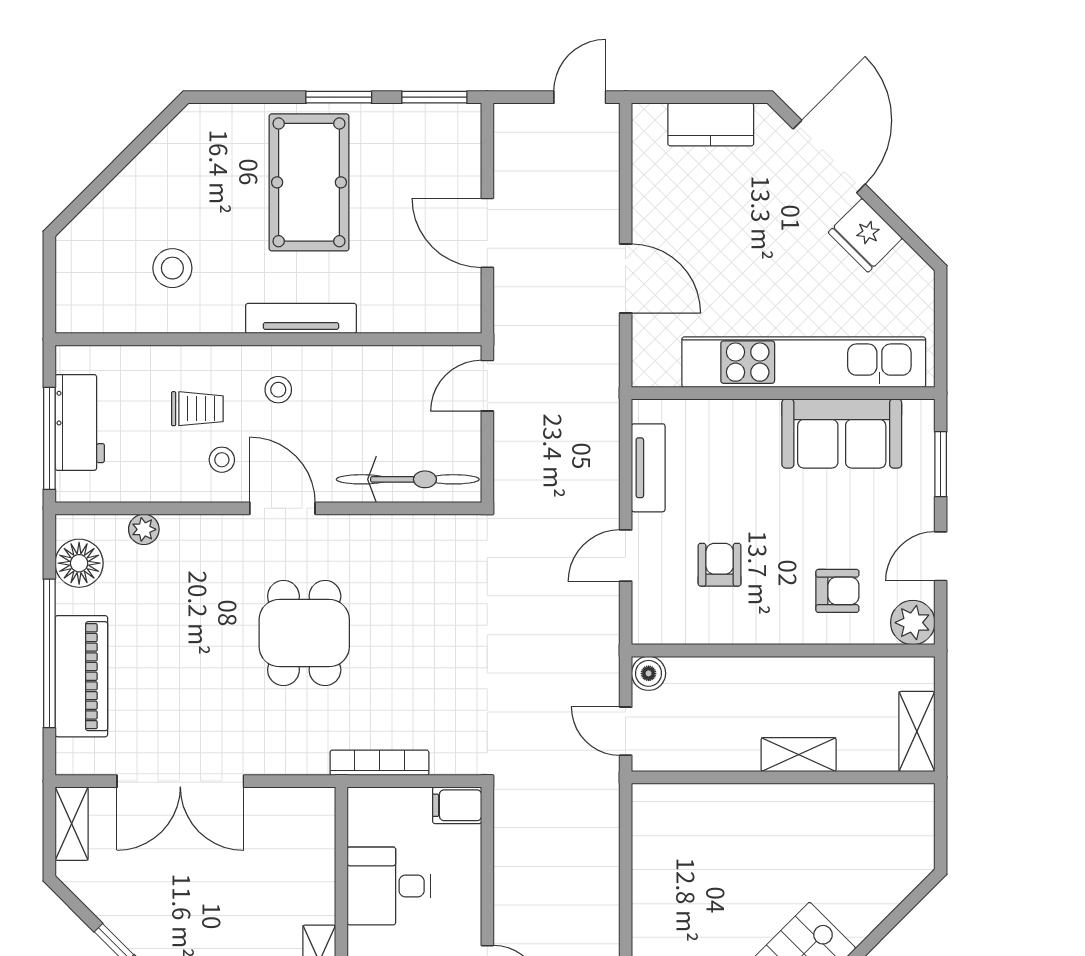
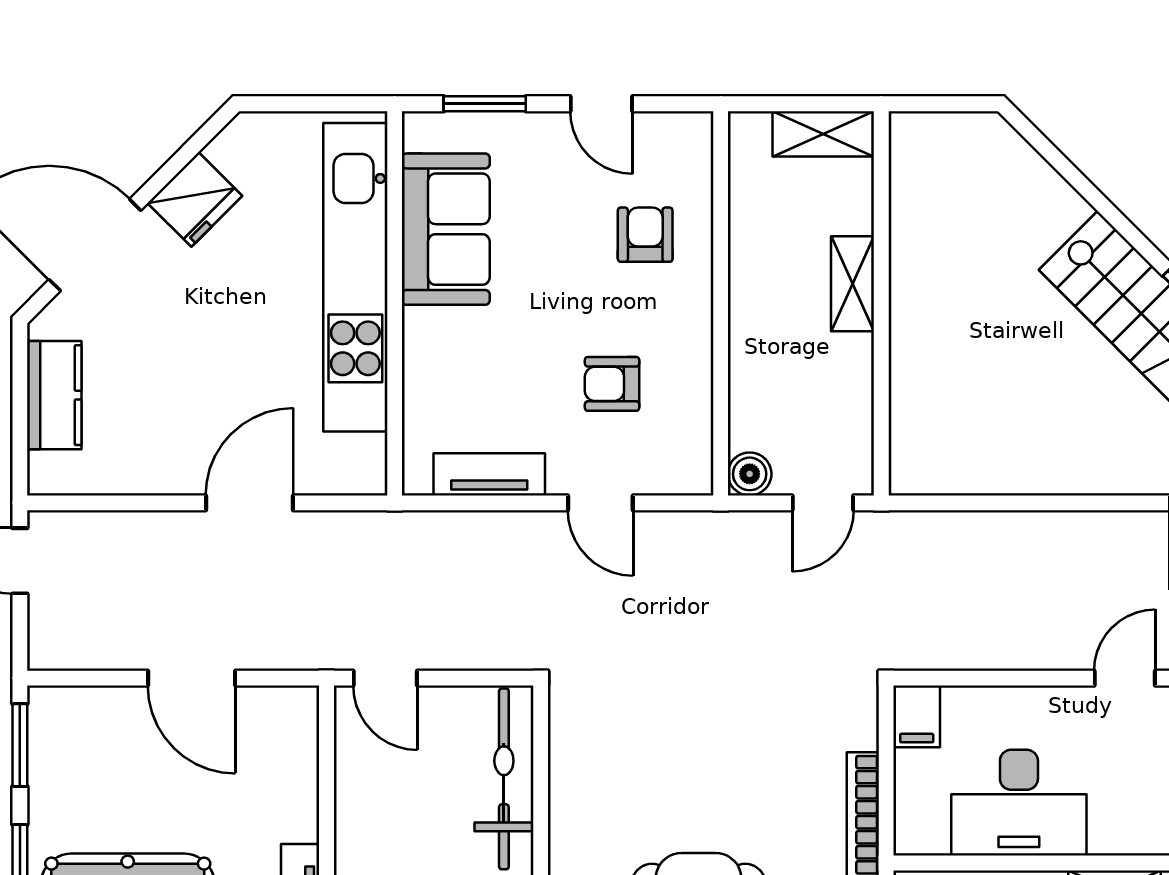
door: (487, 233) -> (192, 678), hinge flipped
plant: (913, 623) -> (685, 139), removed
desk: (389, 886) -> (1019, 803), width x1.37

